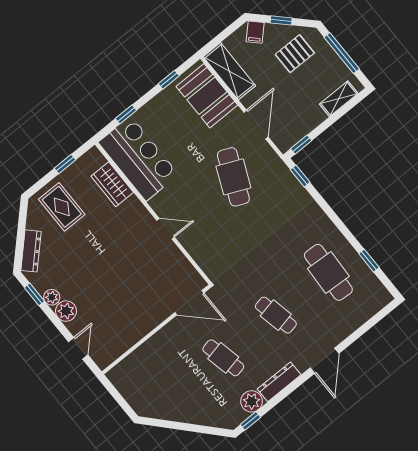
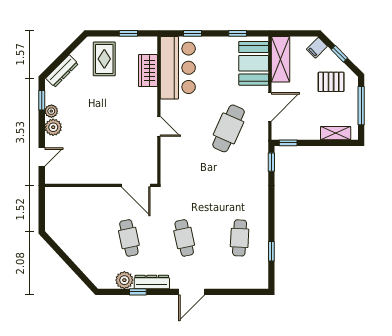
cafe table: (328, 272) -> (240, 238), width x0.73, depth x0.74
window: (250, 421) -> (138, 292), moved

